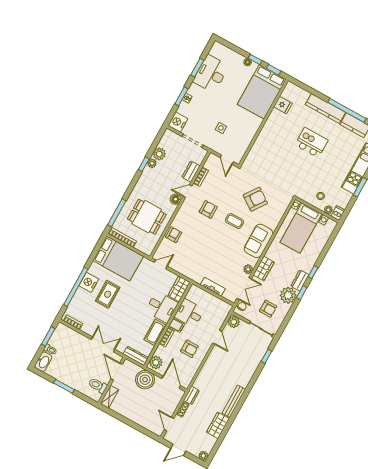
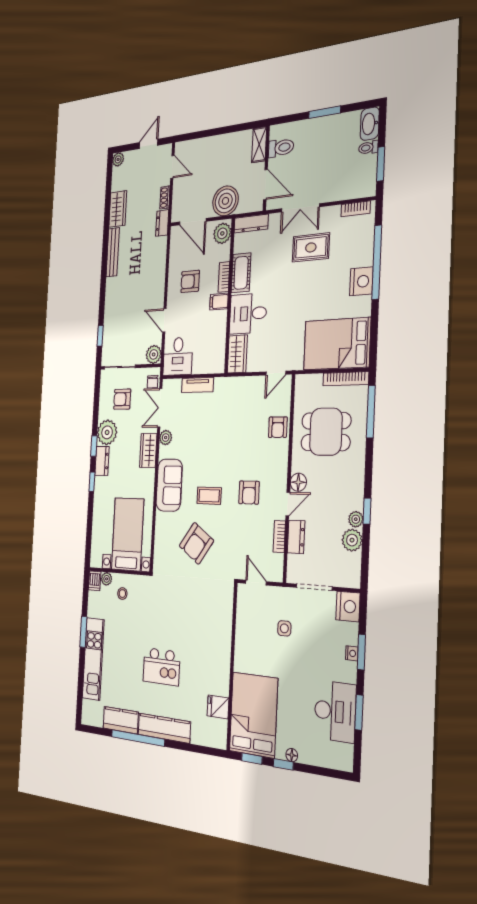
rug: (108, 294) -> (311, 247), moved, turned 90
desk: (189, 313) -> (178, 356), moved, turned 90

